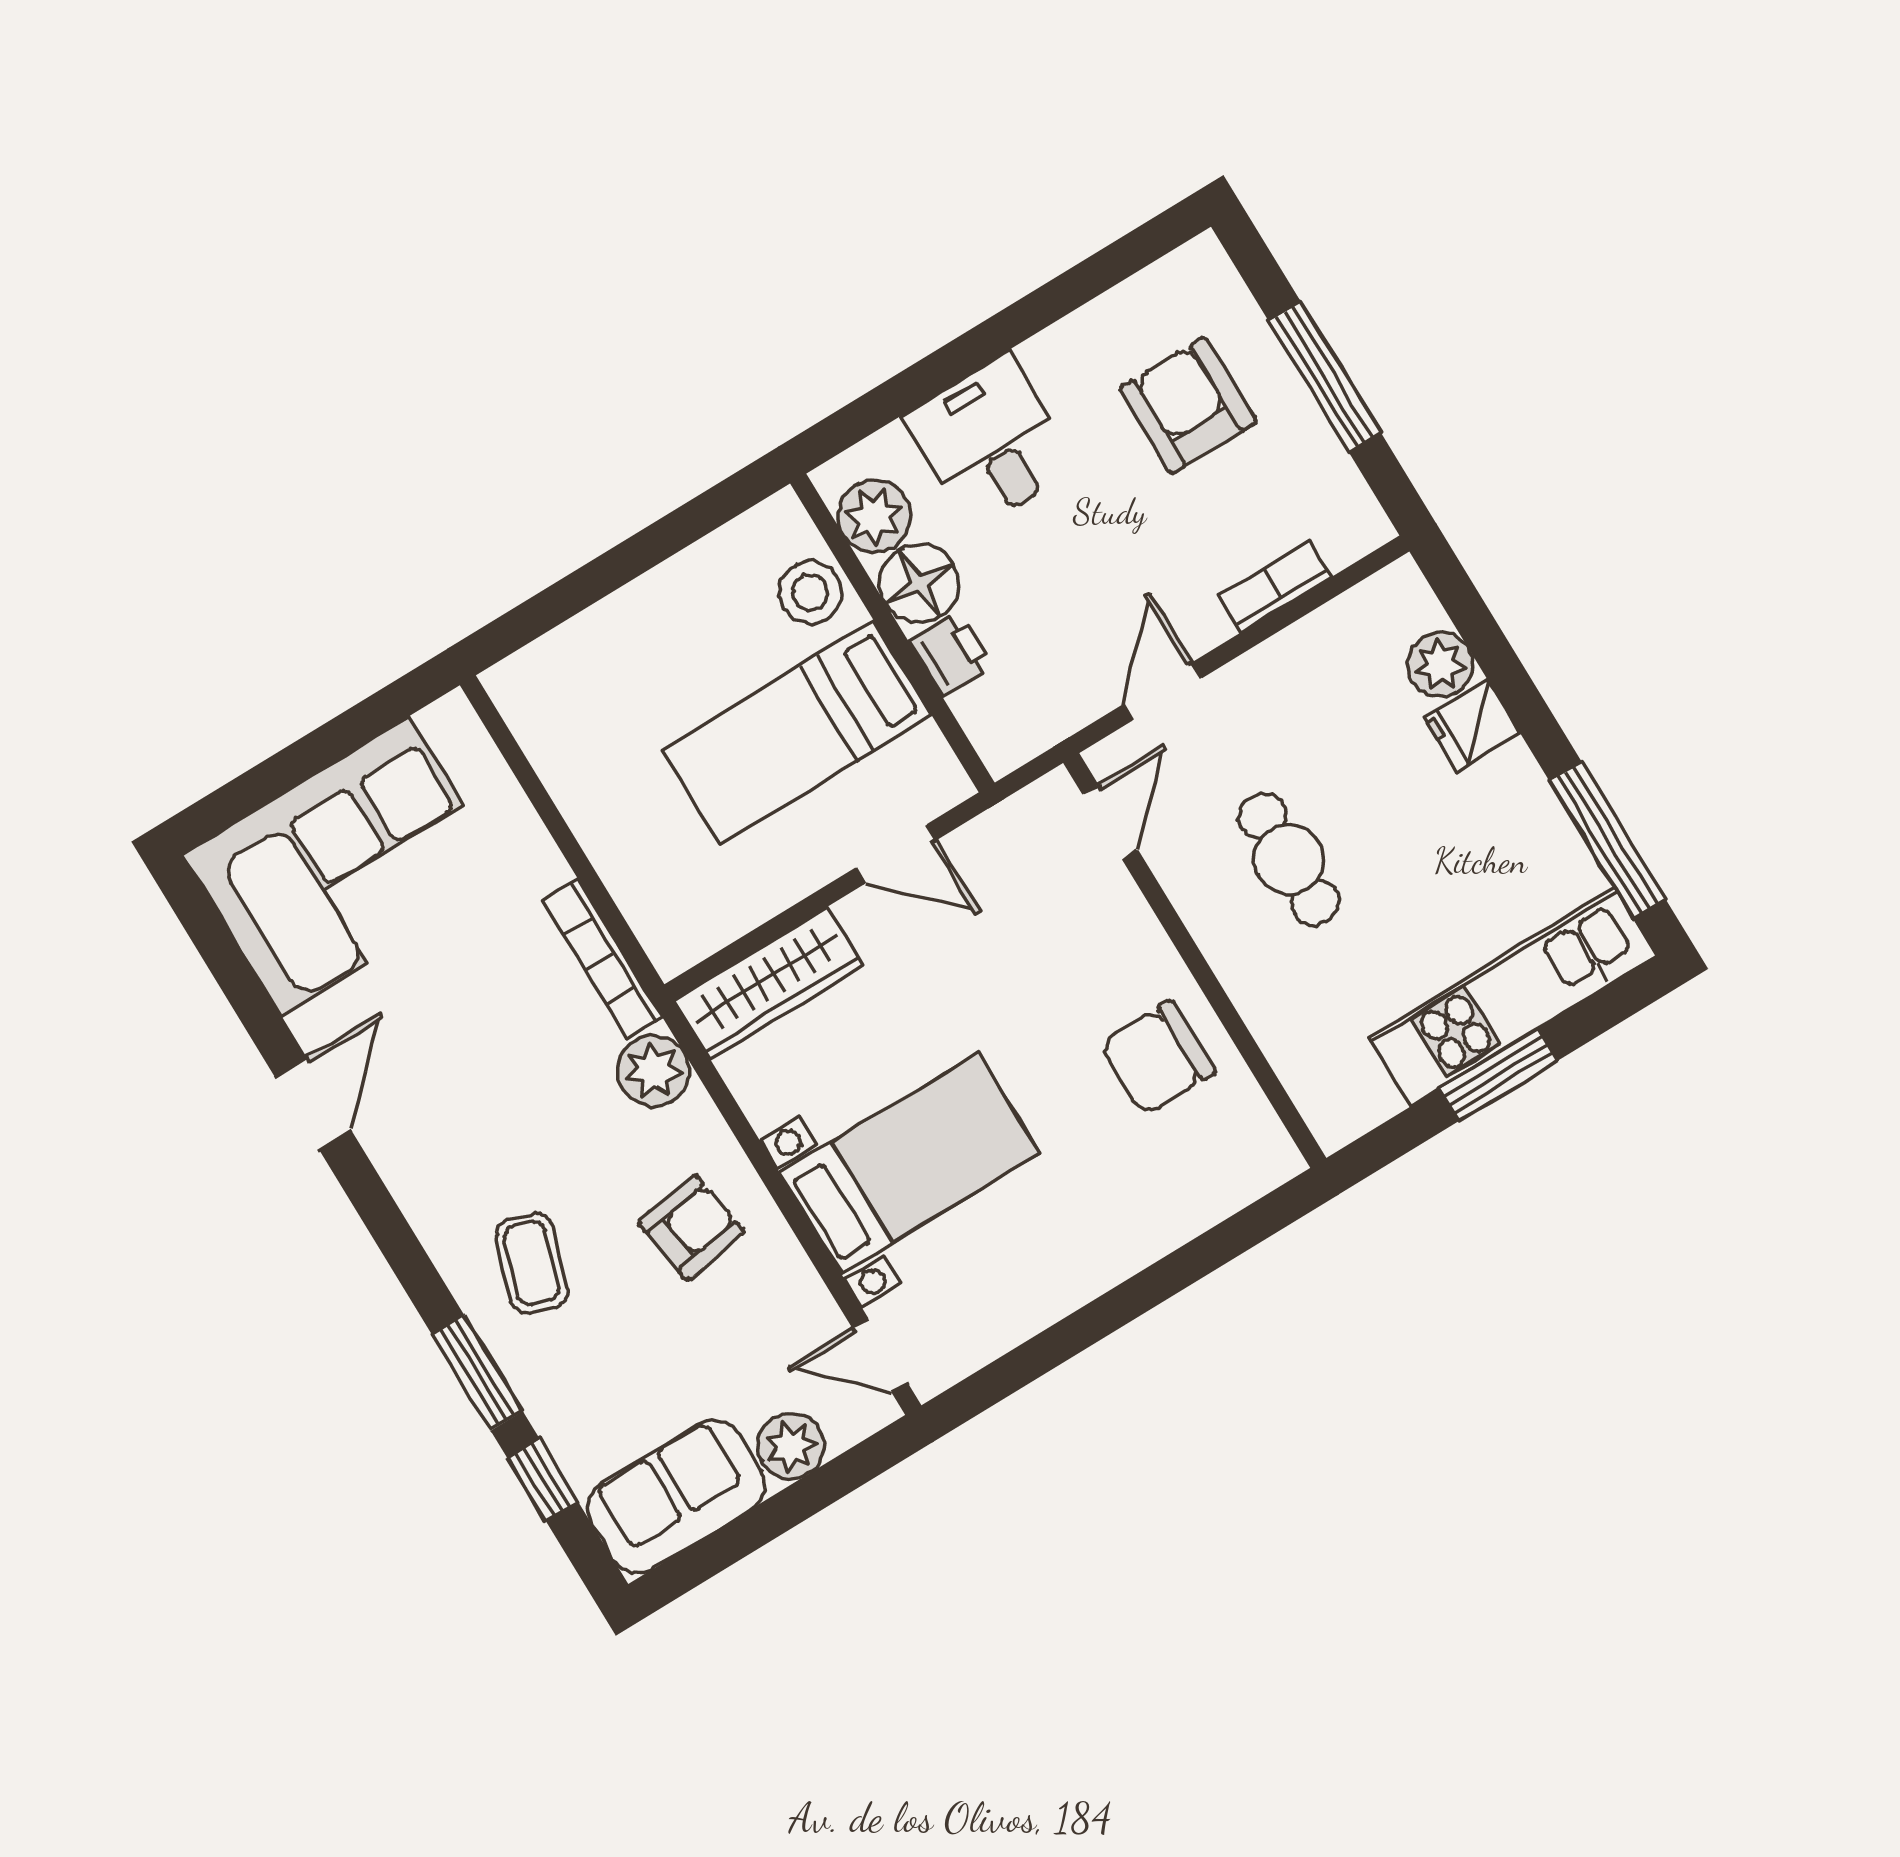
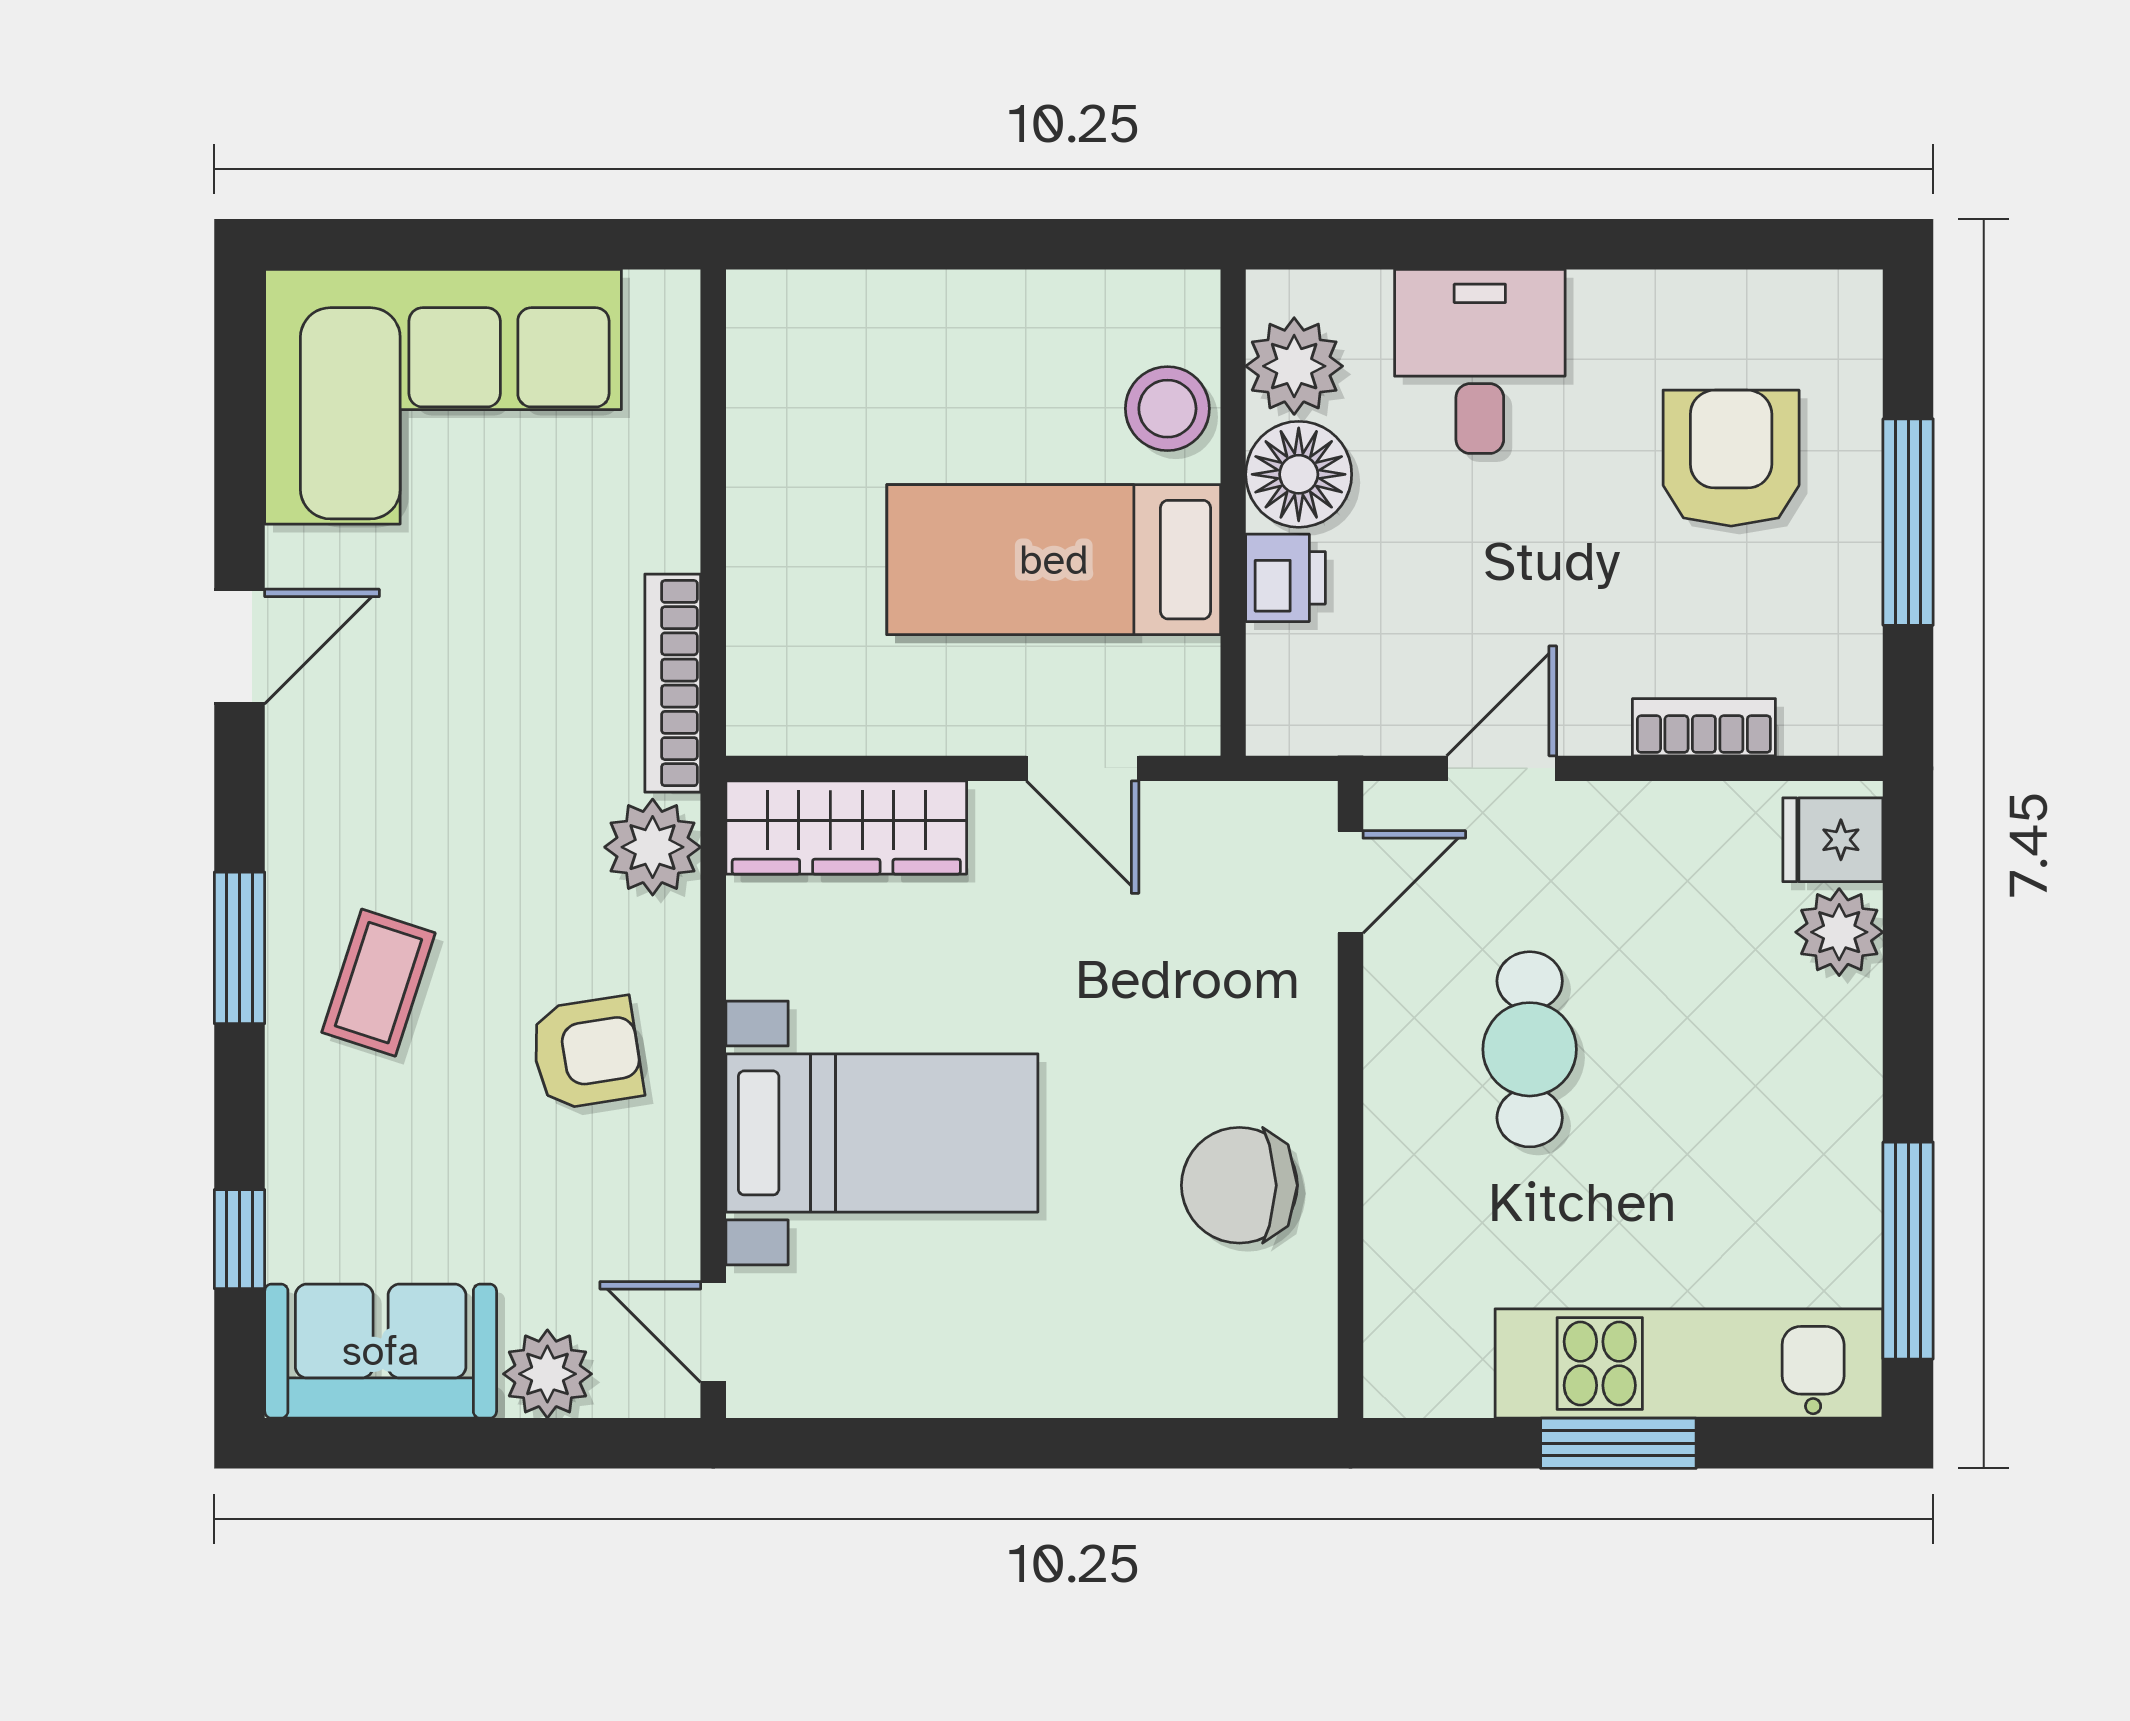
fridge: (1472, 726) -> (1833, 840), moved
window: (477, 1373) -> (240, 948), moved

